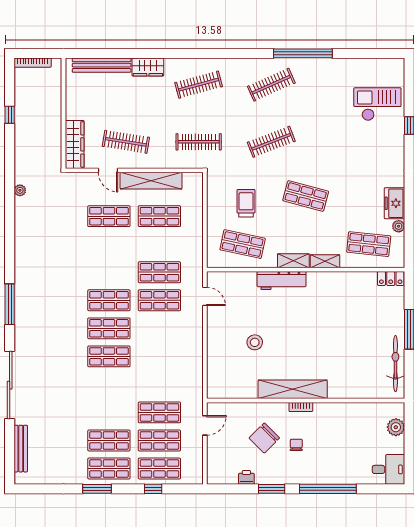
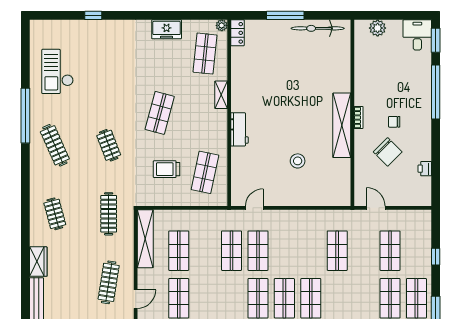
clothes rail: (199, 85) -> (55, 214), width x0.73
checkout: (377, 104) -> (58, 71), moved
clothes rail: (271, 142) -> (109, 145), width x0.73
shelving: (151, 181) -> (145, 239), moved
plant: (399, 226) -> (222, 25), moved
shelving: (293, 261) -> (221, 125), removed
workbench: (282, 281) -> (239, 129), width x0.73
shop shelf: (159, 412) -> (337, 251), moved
shop shelf: (159, 469) -> (416, 251), removed
window: (272, 489) -> (436, 40), moved

